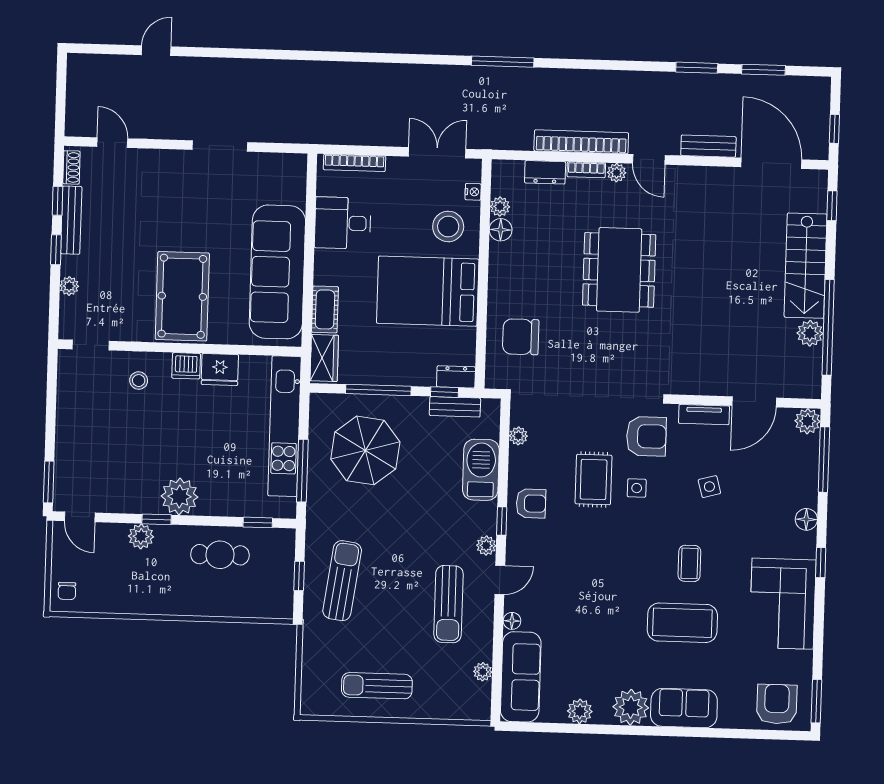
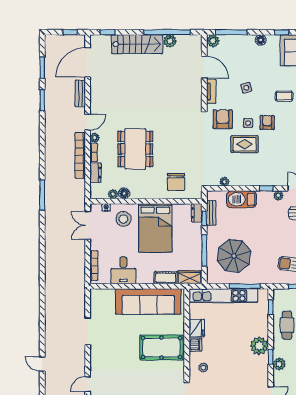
dining table: (619, 270) -> (135, 149), moved, turned 90
armchair: (531, 503) -> (267, 122), moved

